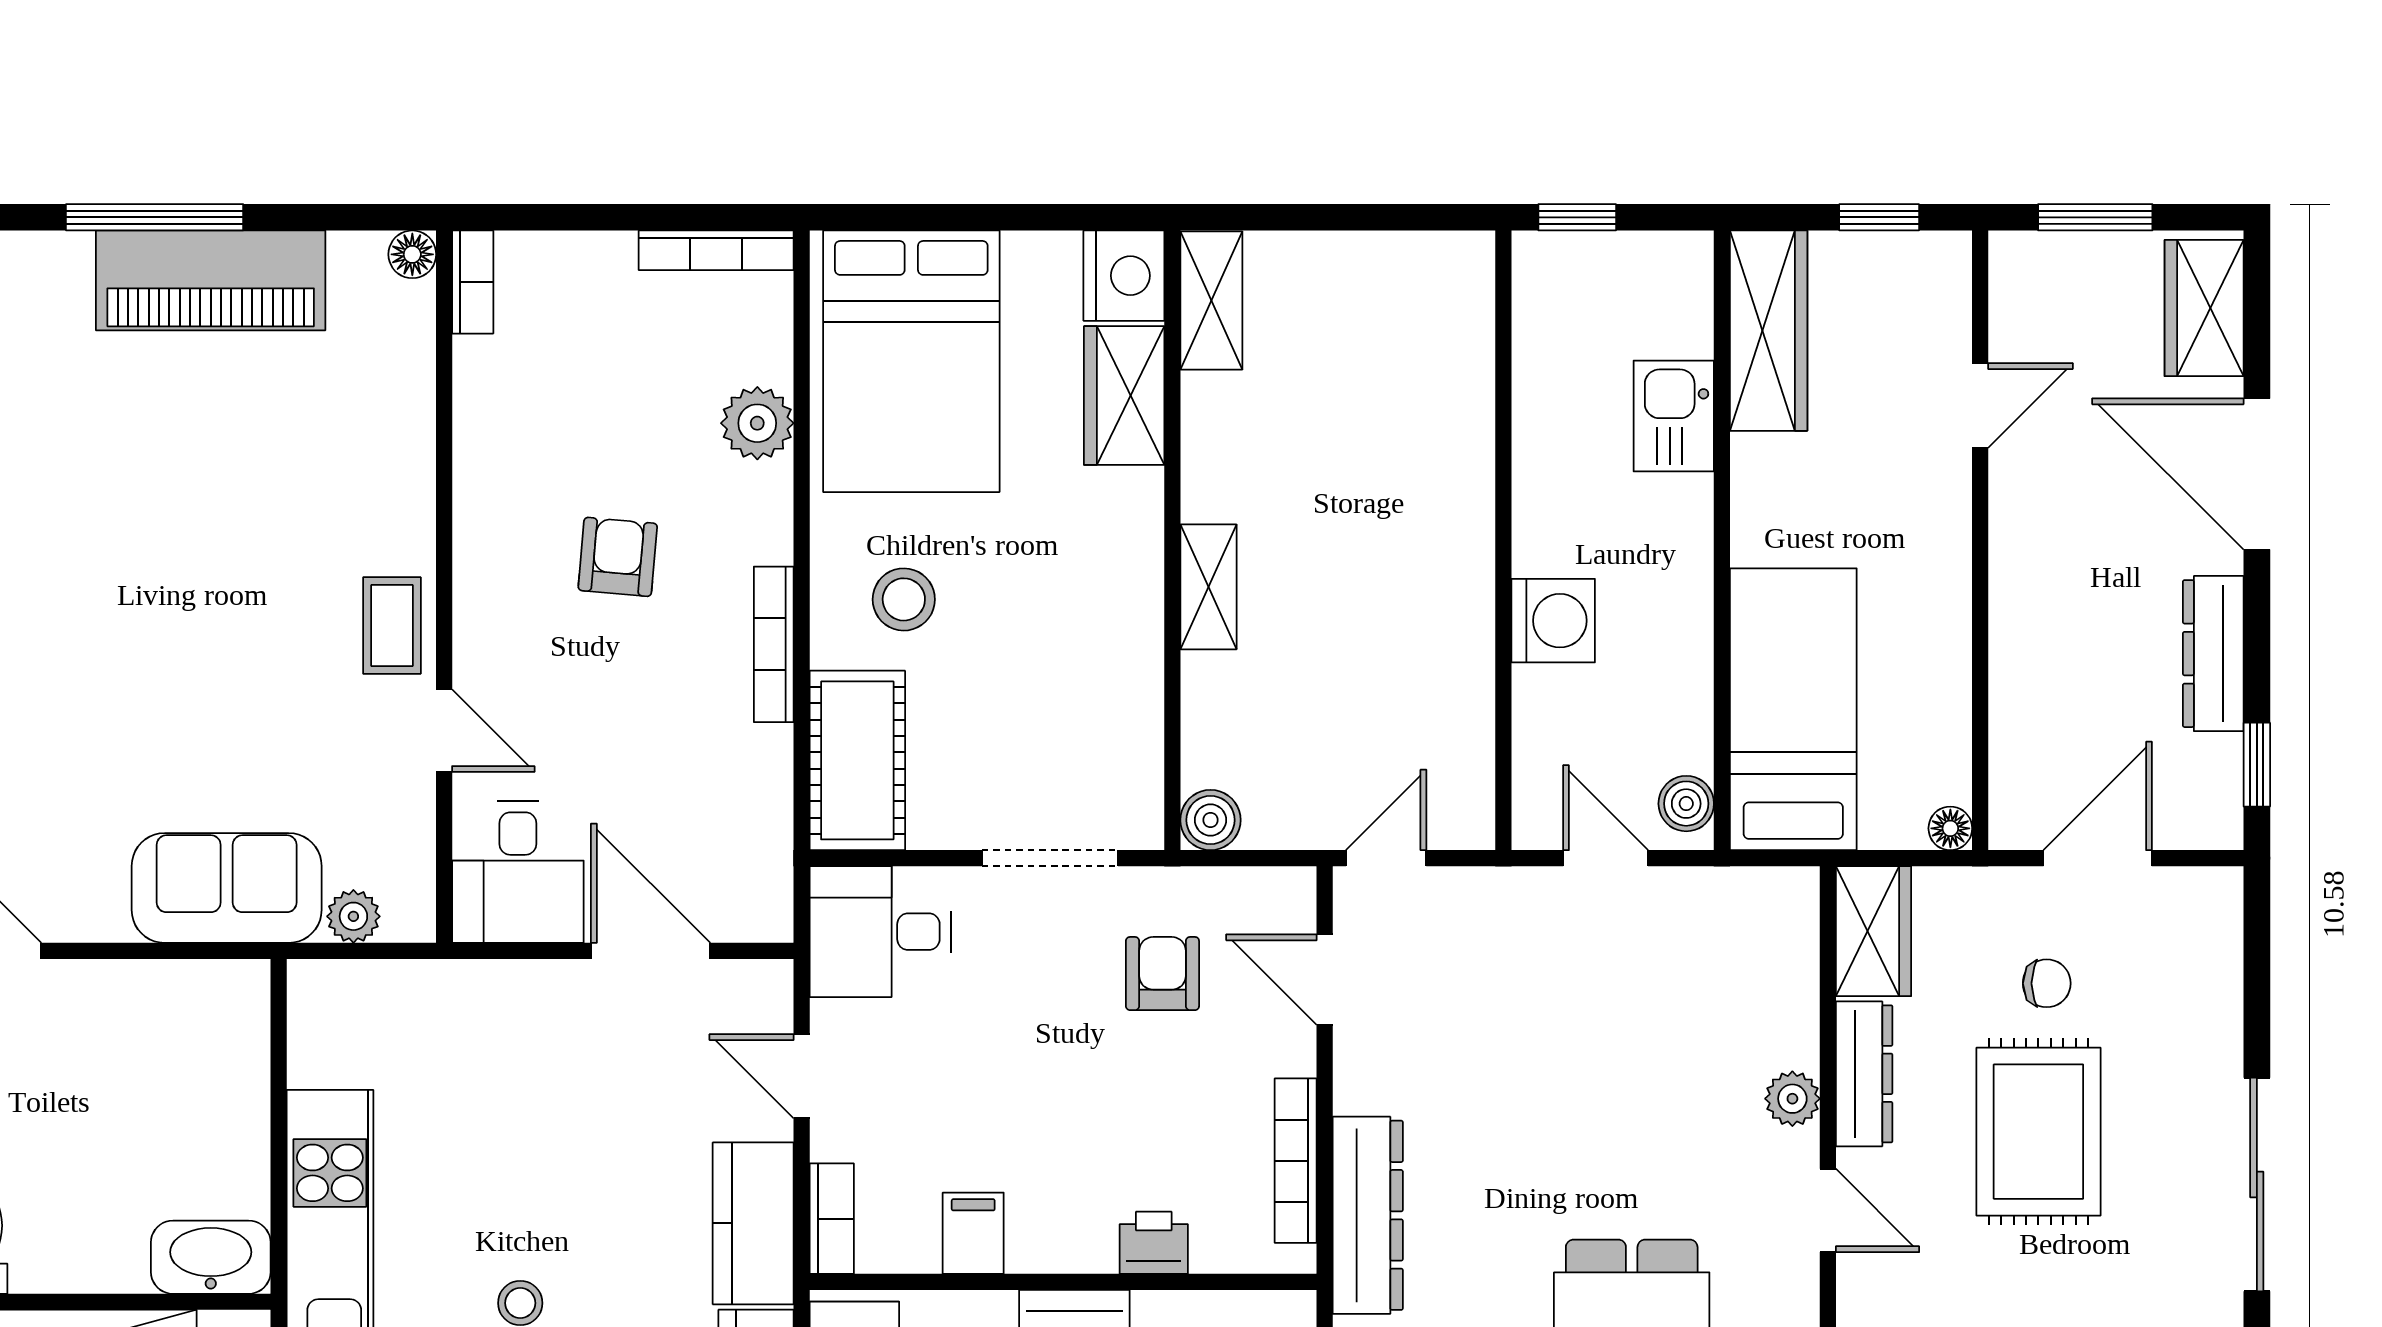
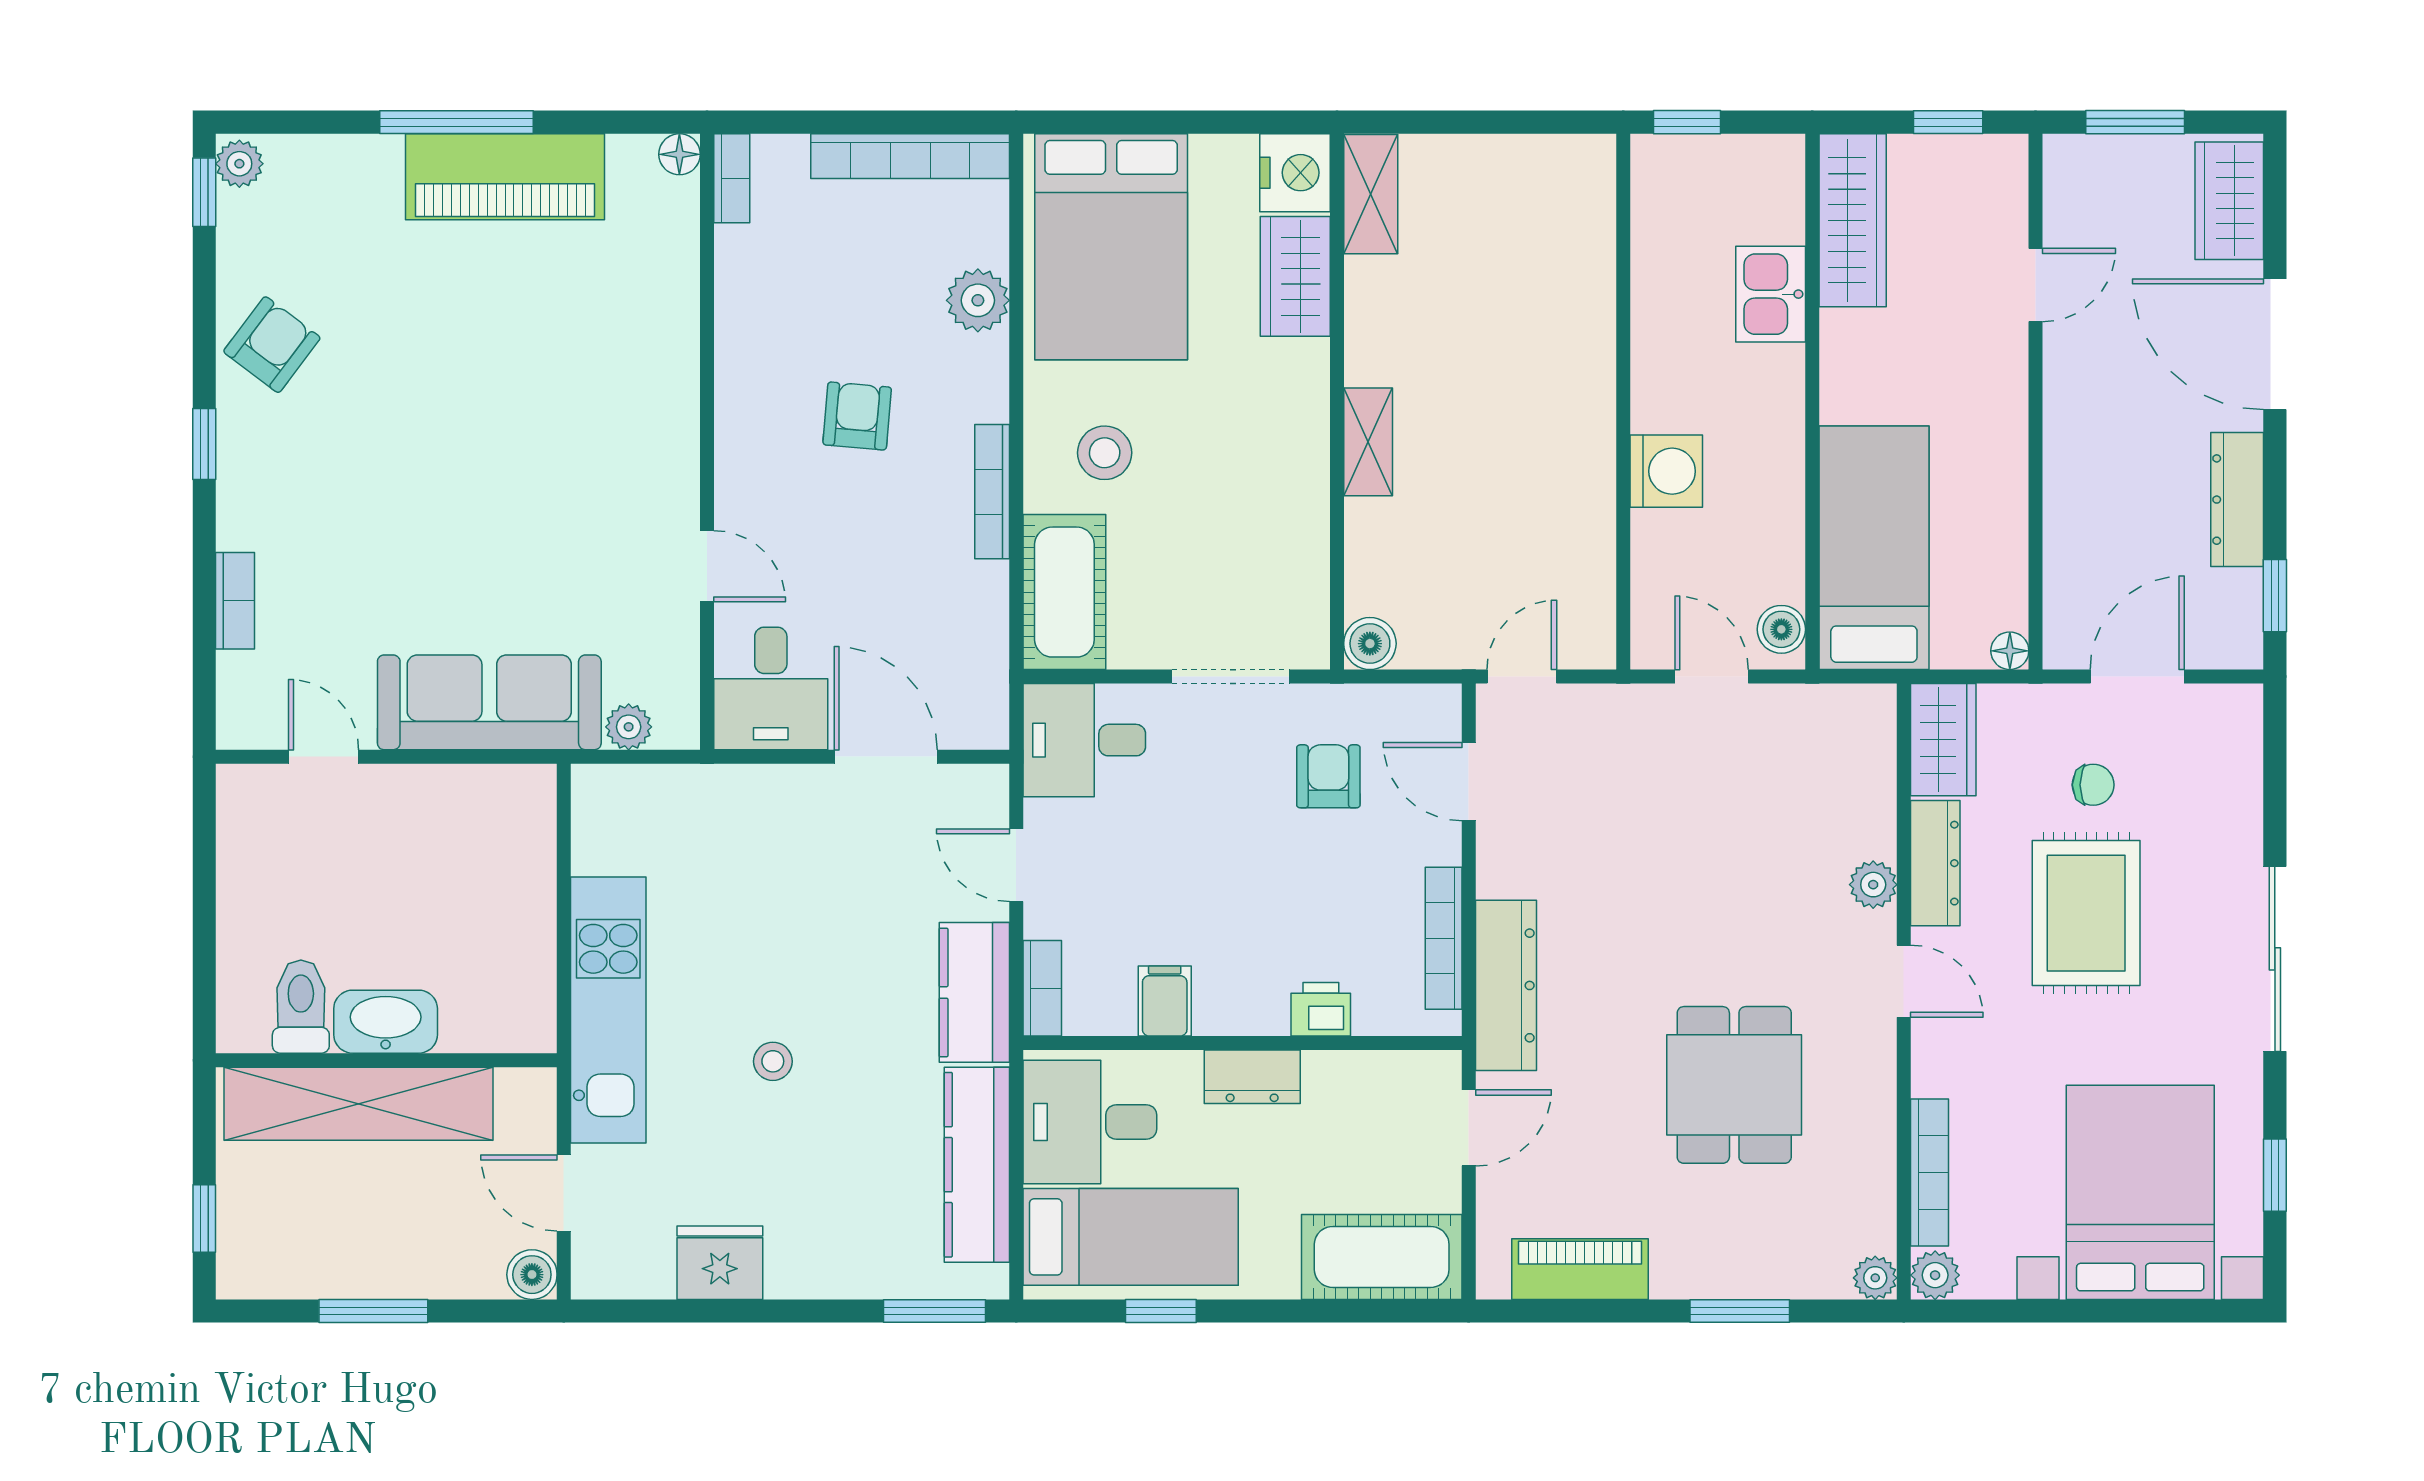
bookcase: (716, 250) -> (910, 156), width x1.48, depth x1.31
coffee table: (392, 626) -> (662, 475), removed
sofa: (227, 888) -> (489, 702), width x1.36
washbasin: (211, 1257) -> (386, 1022), moved

